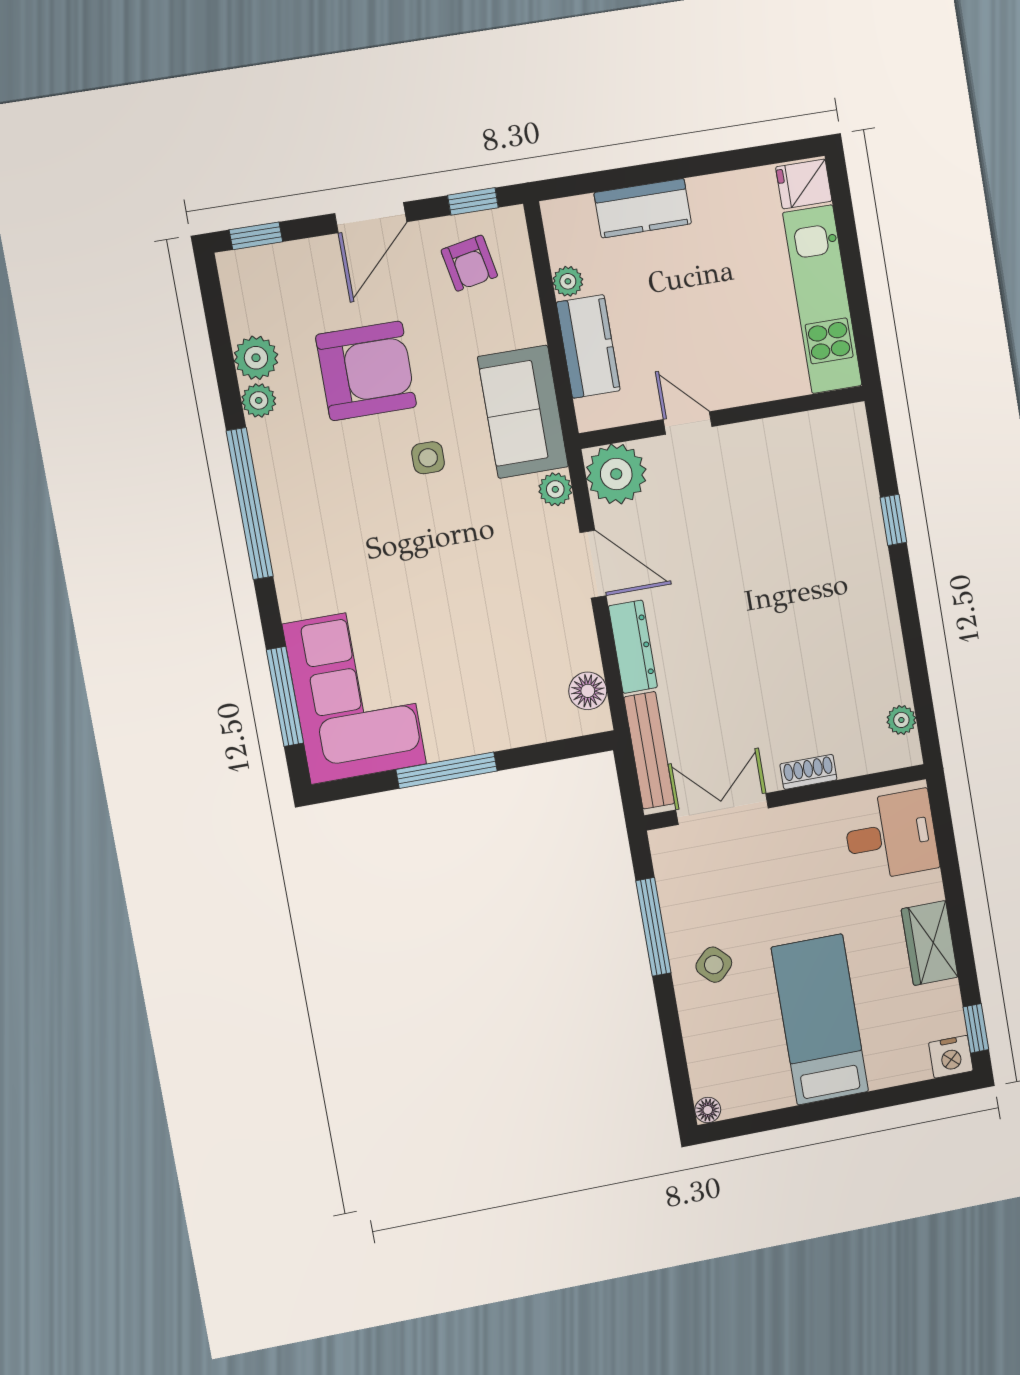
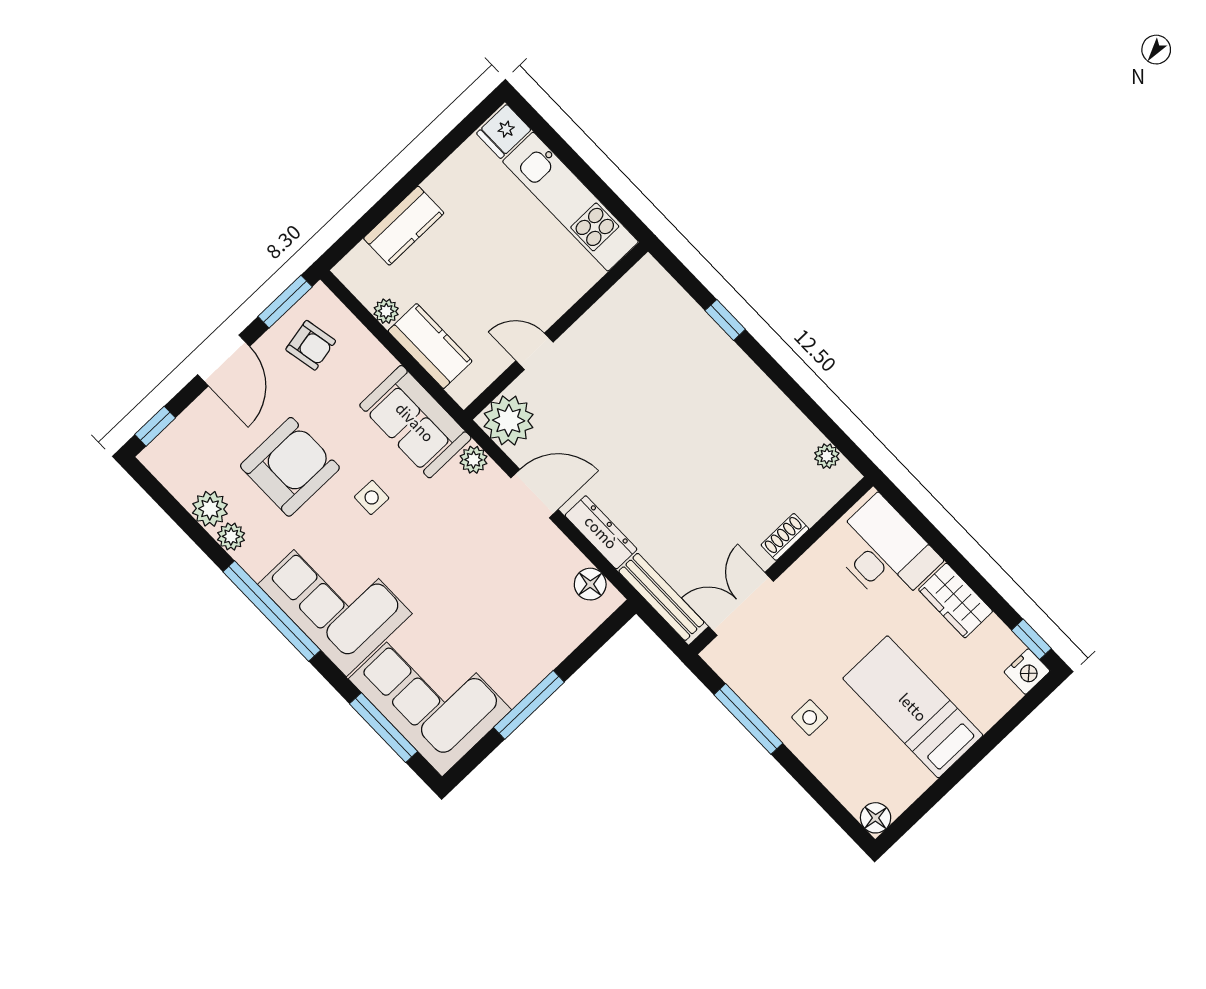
window: (473, 201) -> (285, 302), width x1.50
corner sofa: (322, 535) -> (335, 599), added
desk: (891, 835) -> (884, 552), width x1.37
side table: (714, 965) -> (810, 718), turned 45
floor lamp: (708, 1110) -> (876, 818), width x1.37, depth x1.37

